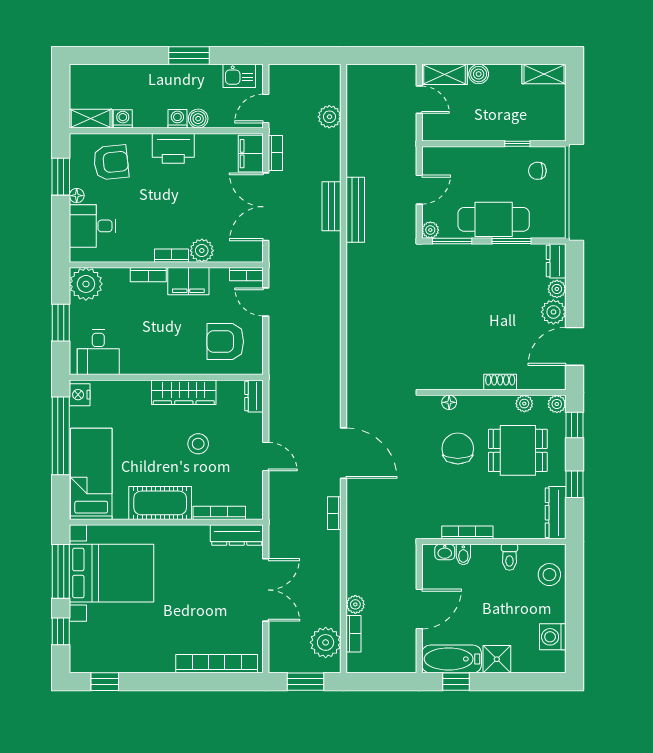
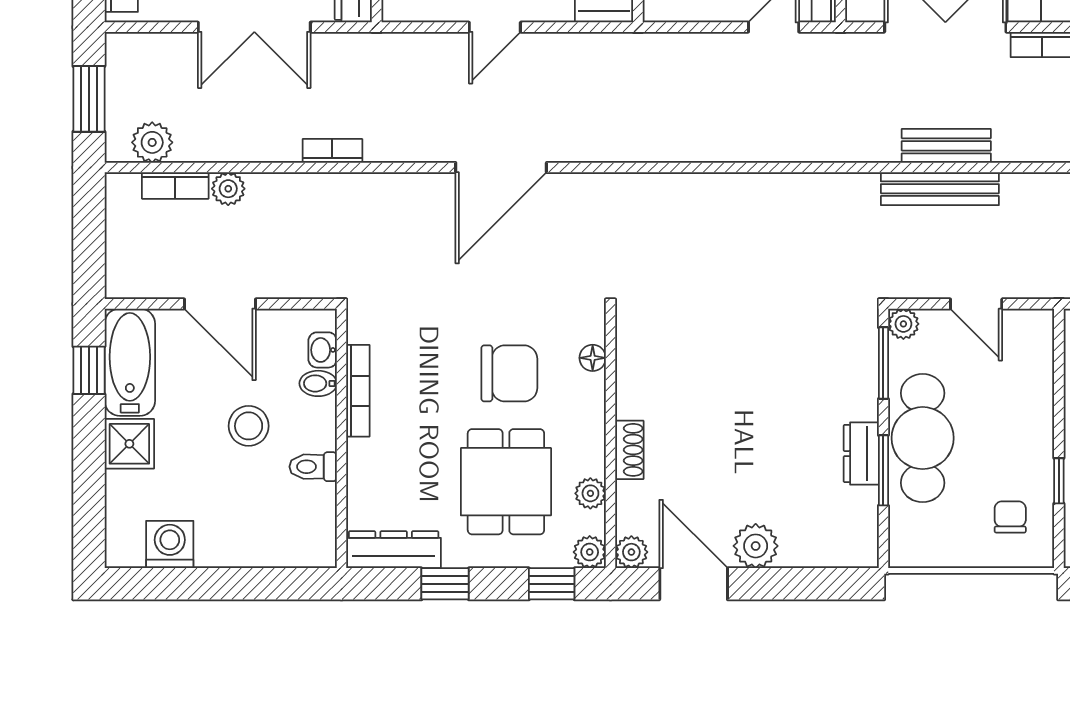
dresser: (556, 261) -> (861, 454), moved, turned -90
plant: (557, 289) -> (631, 552), moved
bookcase: (334, 513) -> (332, 151), moved
stool: (549, 575) -> (249, 426), moved
plant: (326, 642) -> (152, 142), width x0.73, depth x0.73

